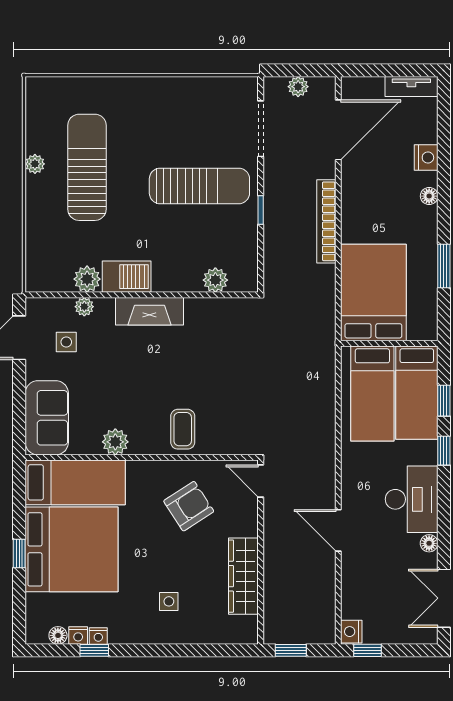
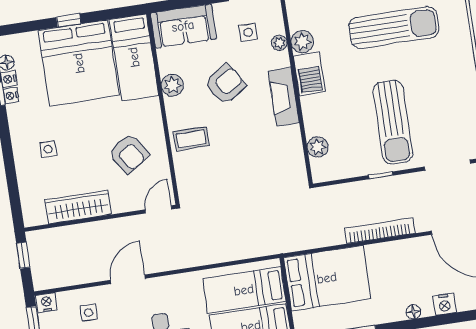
armchair: (124, 379) -> (225, 84), added
side table: (371, 583) -> (89, 313), added

